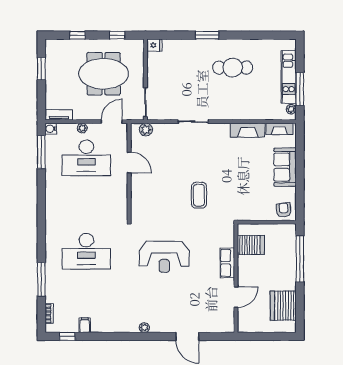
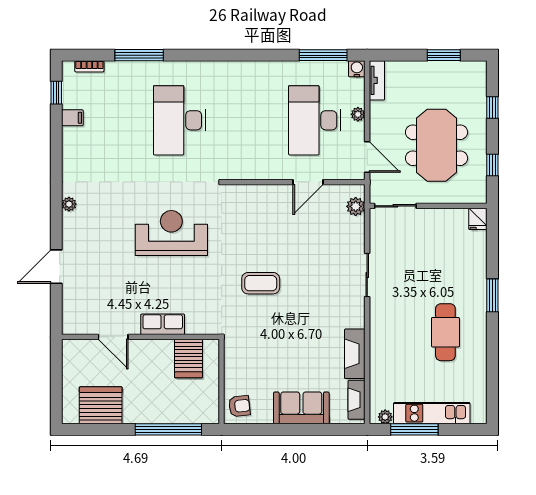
reception desk: (164, 257) -> (171, 233), turned 90

